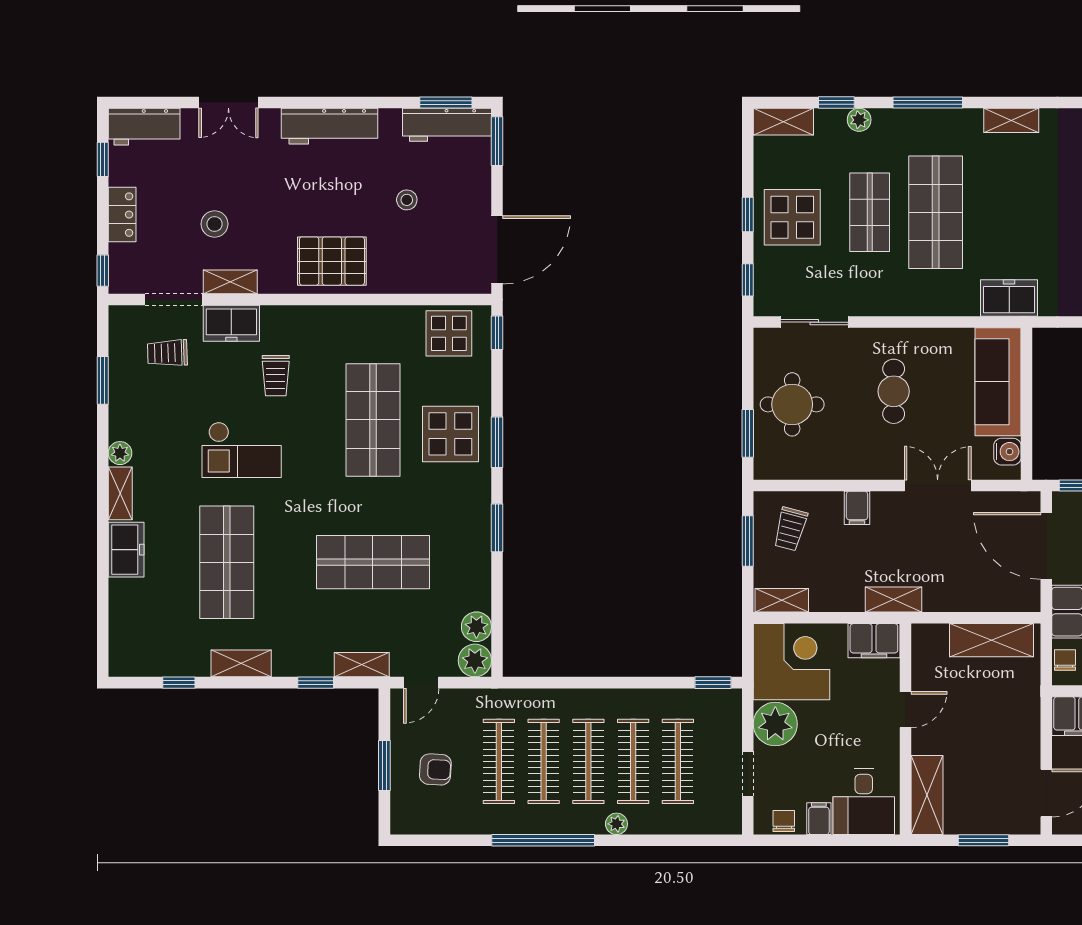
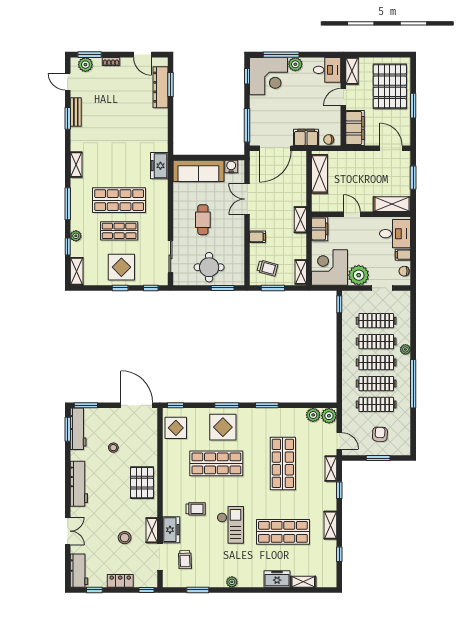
cafe table: (894, 391) -> (203, 220), turned 90
shelving: (120, 493) -> (303, 582), moved

